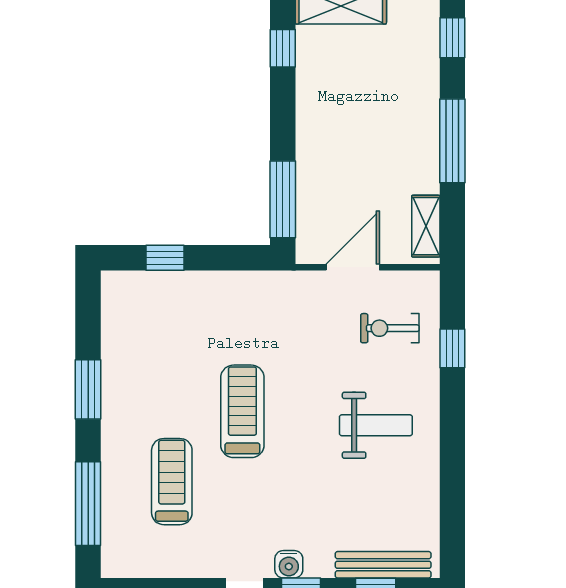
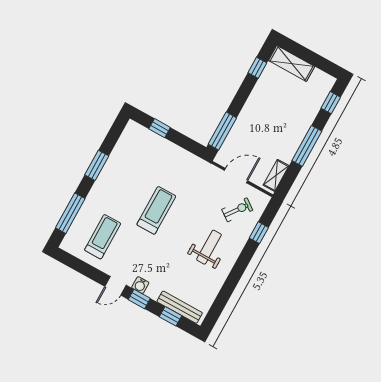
exercise bike: (390, 328) -> (237, 210), turned 126
weight bench: (376, 425) -> (209, 247), turned -90
treadmill: (172, 482) -> (103, 237), moved

